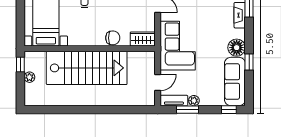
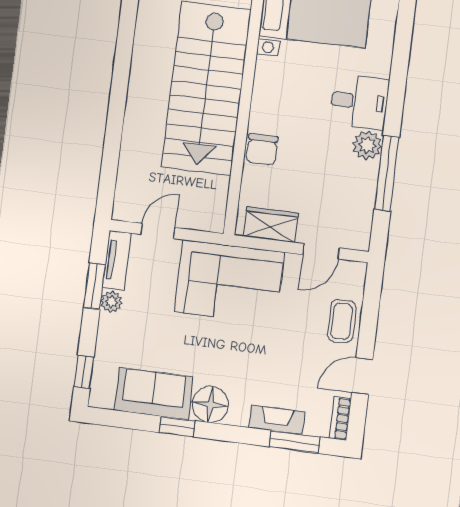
wardrobe: (143, 39) -> (271, 225), moved, turned -90
sofa: (235, 81) -> (154, 394), width x0.73
door: (158, 83) -> (158, 231), swing flipped

